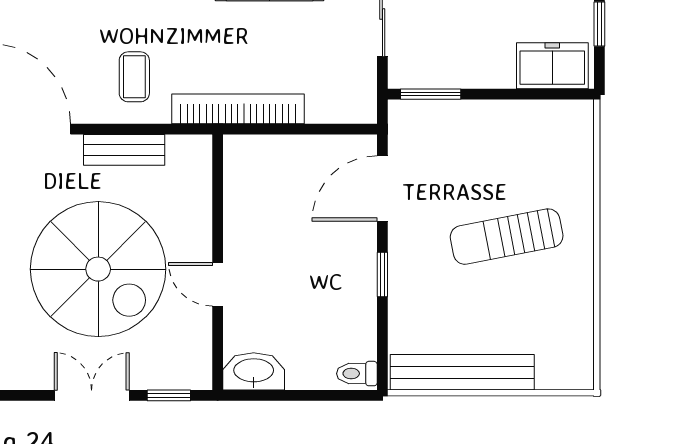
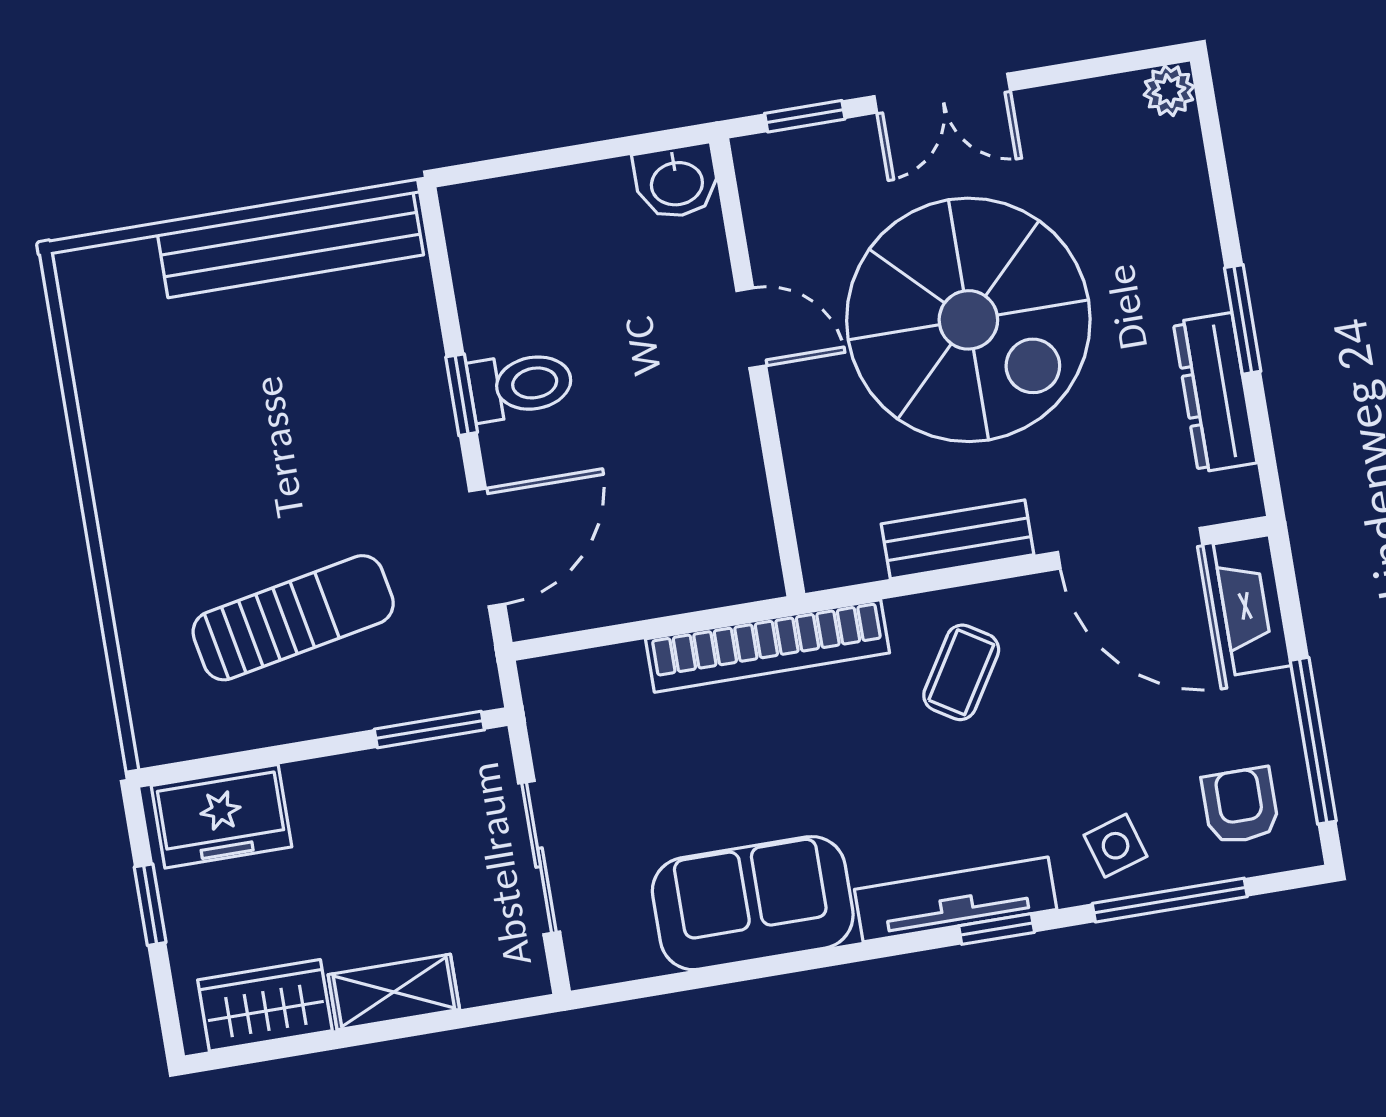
coffee table: (134, 77) -> (961, 672), turned 32
sun lounger: (507, 237) -> (293, 618), moved
spiral stairs: (98, 269) -> (968, 320), turned 180
washbasin: (254, 371) -> (677, 182), width x0.72
toilet: (357, 374) -> (521, 385), moved, width x1.37, depth x1.39

